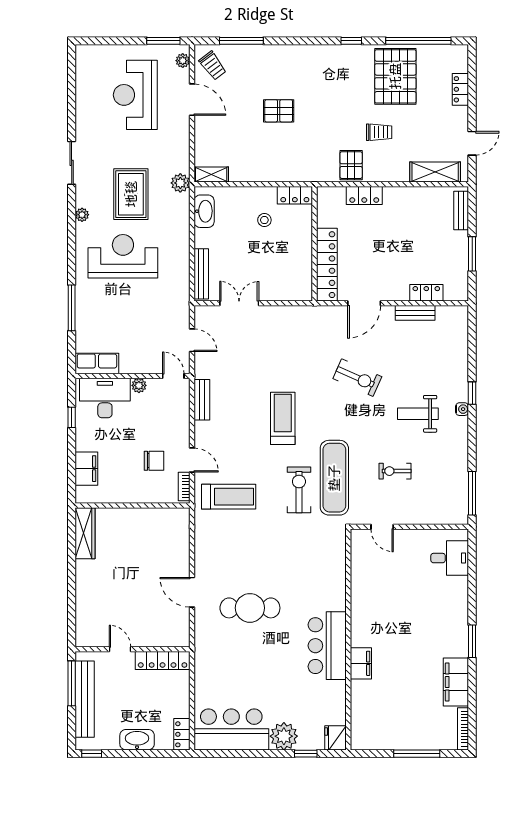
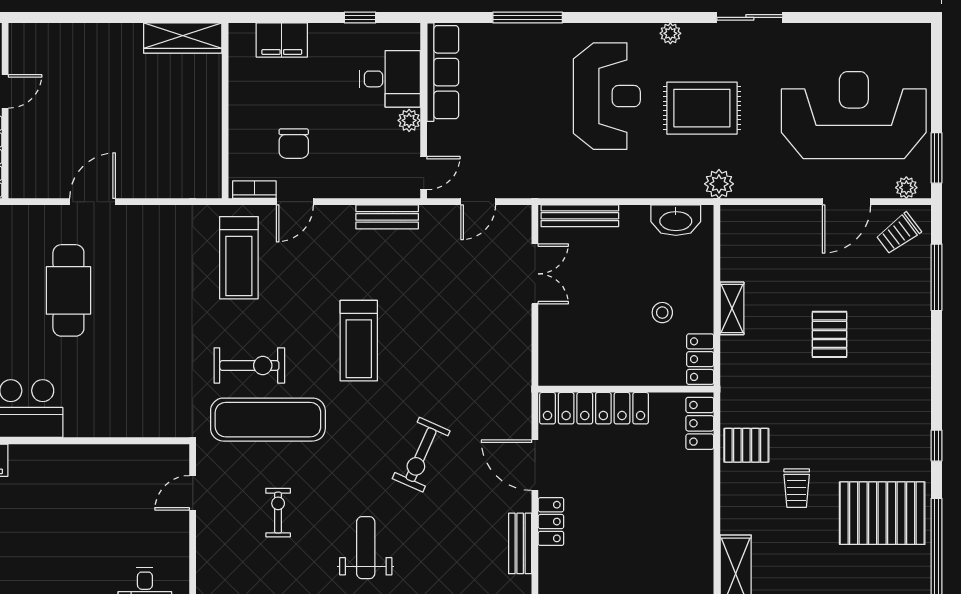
reception desk: (135, 95) -> (854, 115), width x1.36, depth x1.30
shelving: (211, 174) -> (732, 308), moved
locker: (364, 196) -> (700, 423), moved
locker: (426, 293) -> (551, 522), moved
row of seats: (97, 363) -> (443, 72), width x1.48
desk: (105, 398) -> (390, 79), width x0.73
treadmill: (283, 418) -> (359, 341), turned 90

